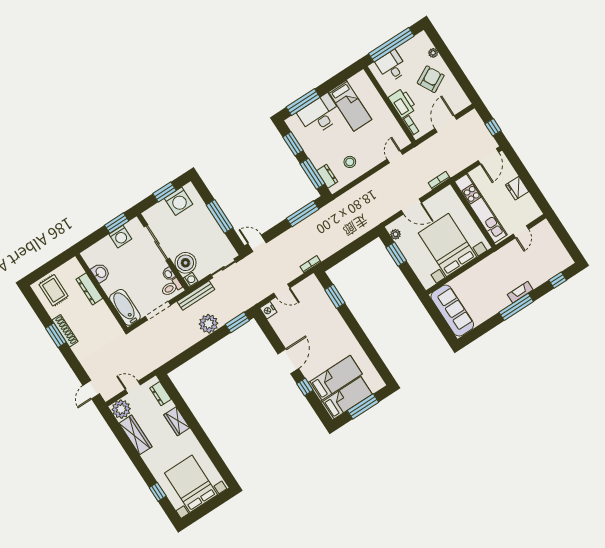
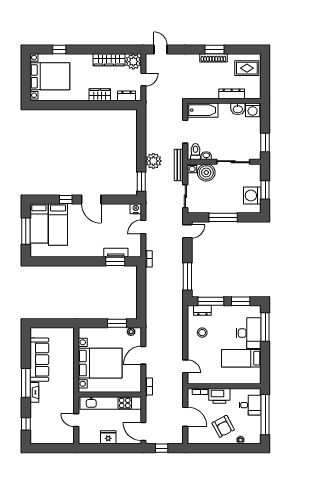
washing machine: (120, 237) -> (253, 110), moved, turned -90
tv unit: (326, 302) -> (116, 253), added
sofa: (452, 311) -> (39, 360), moved, turned -90

